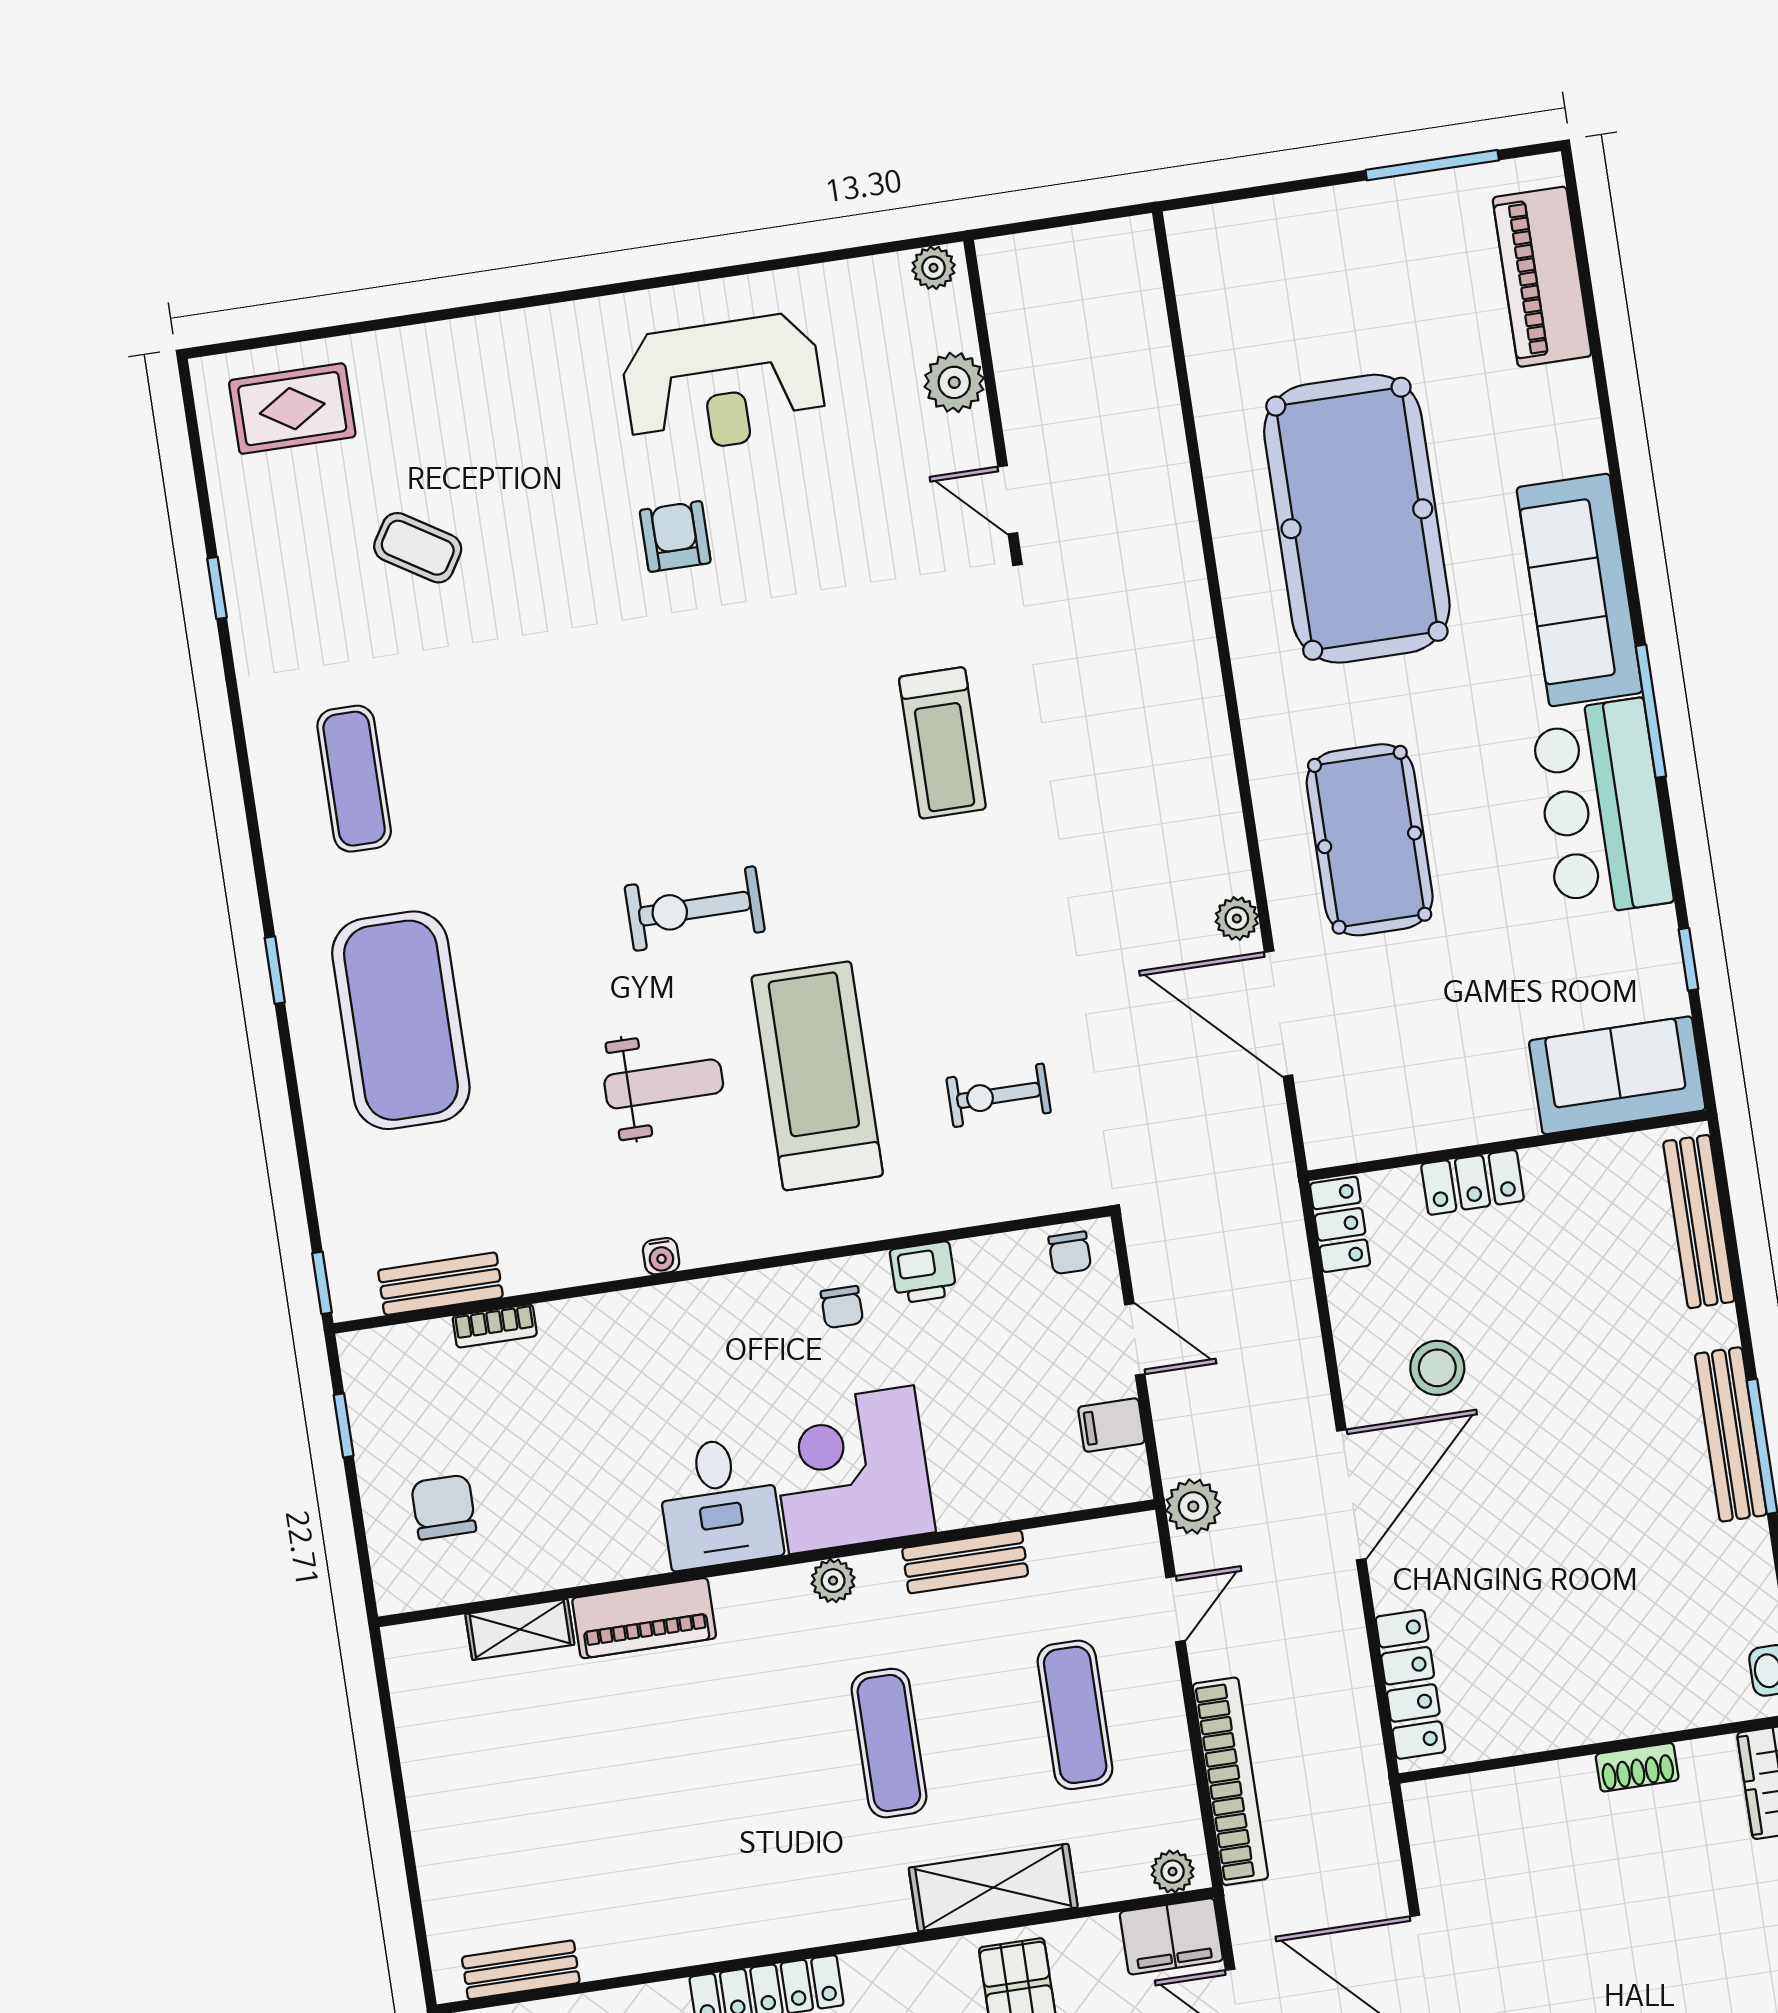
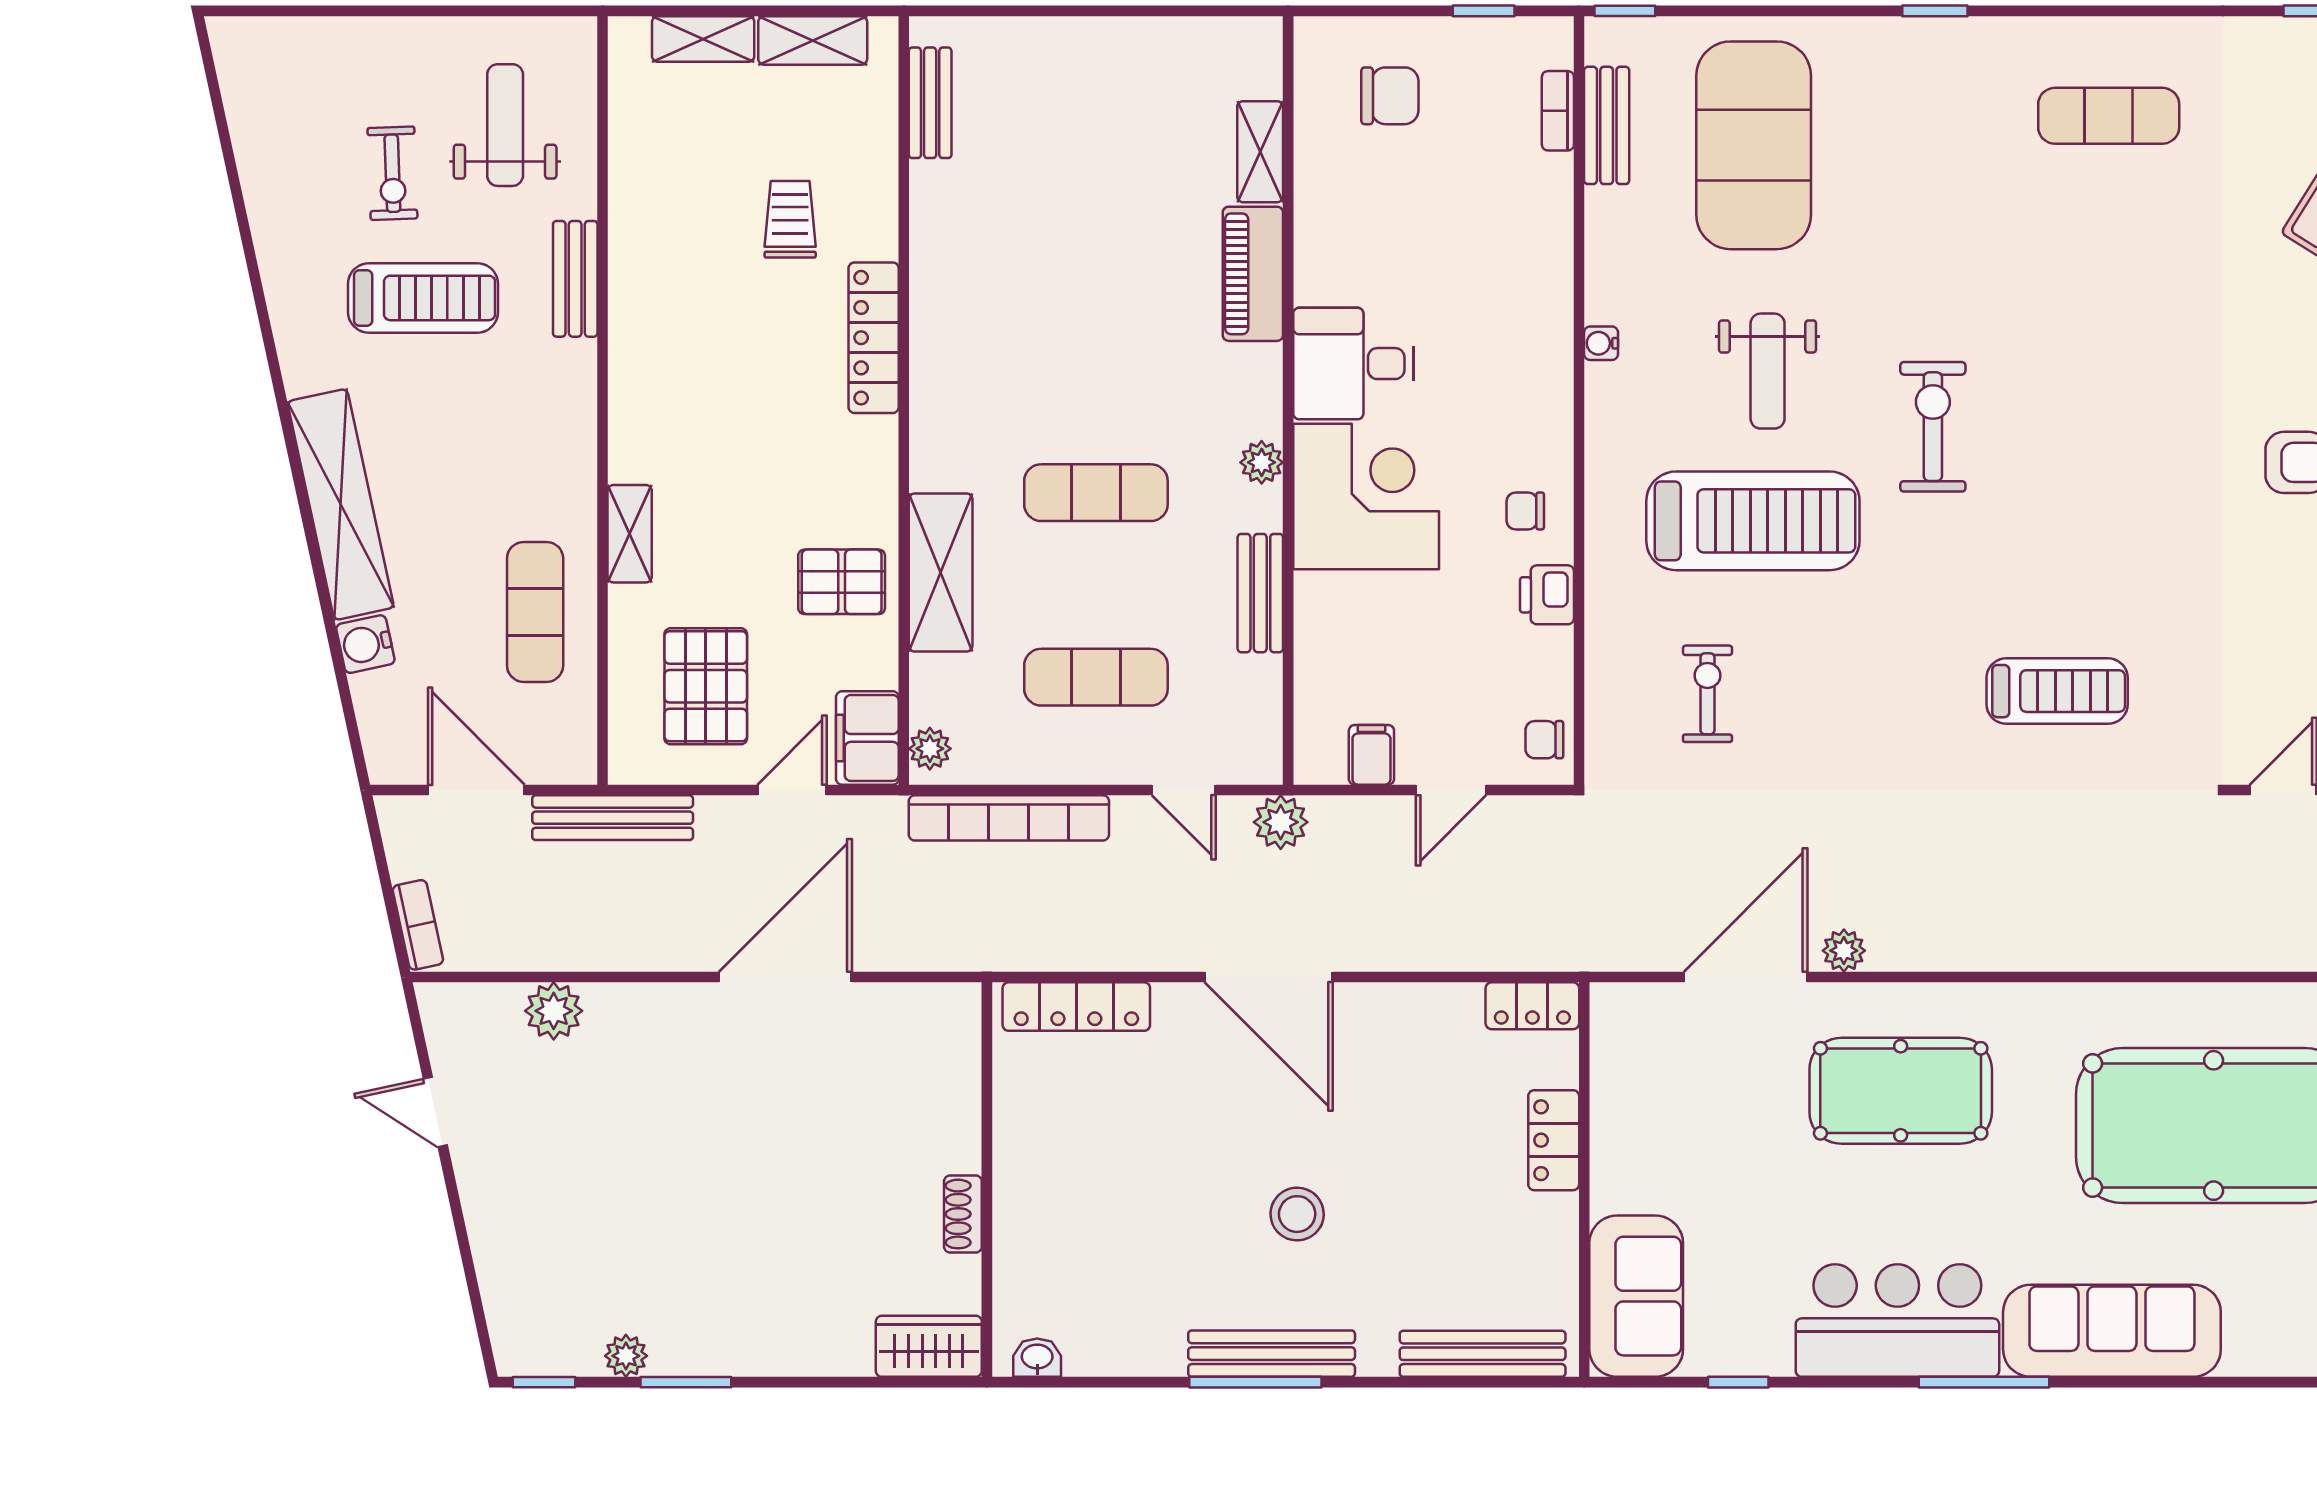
treadmill: (942, 743) -> (2057, 691), turned 180
exercise mat: (401, 1020) -> (1754, 145), moved, turned 90
bookcase: (495, 1326) -> (1558, 111), moved
stool: (1437, 1368) -> (1297, 1214), moved

